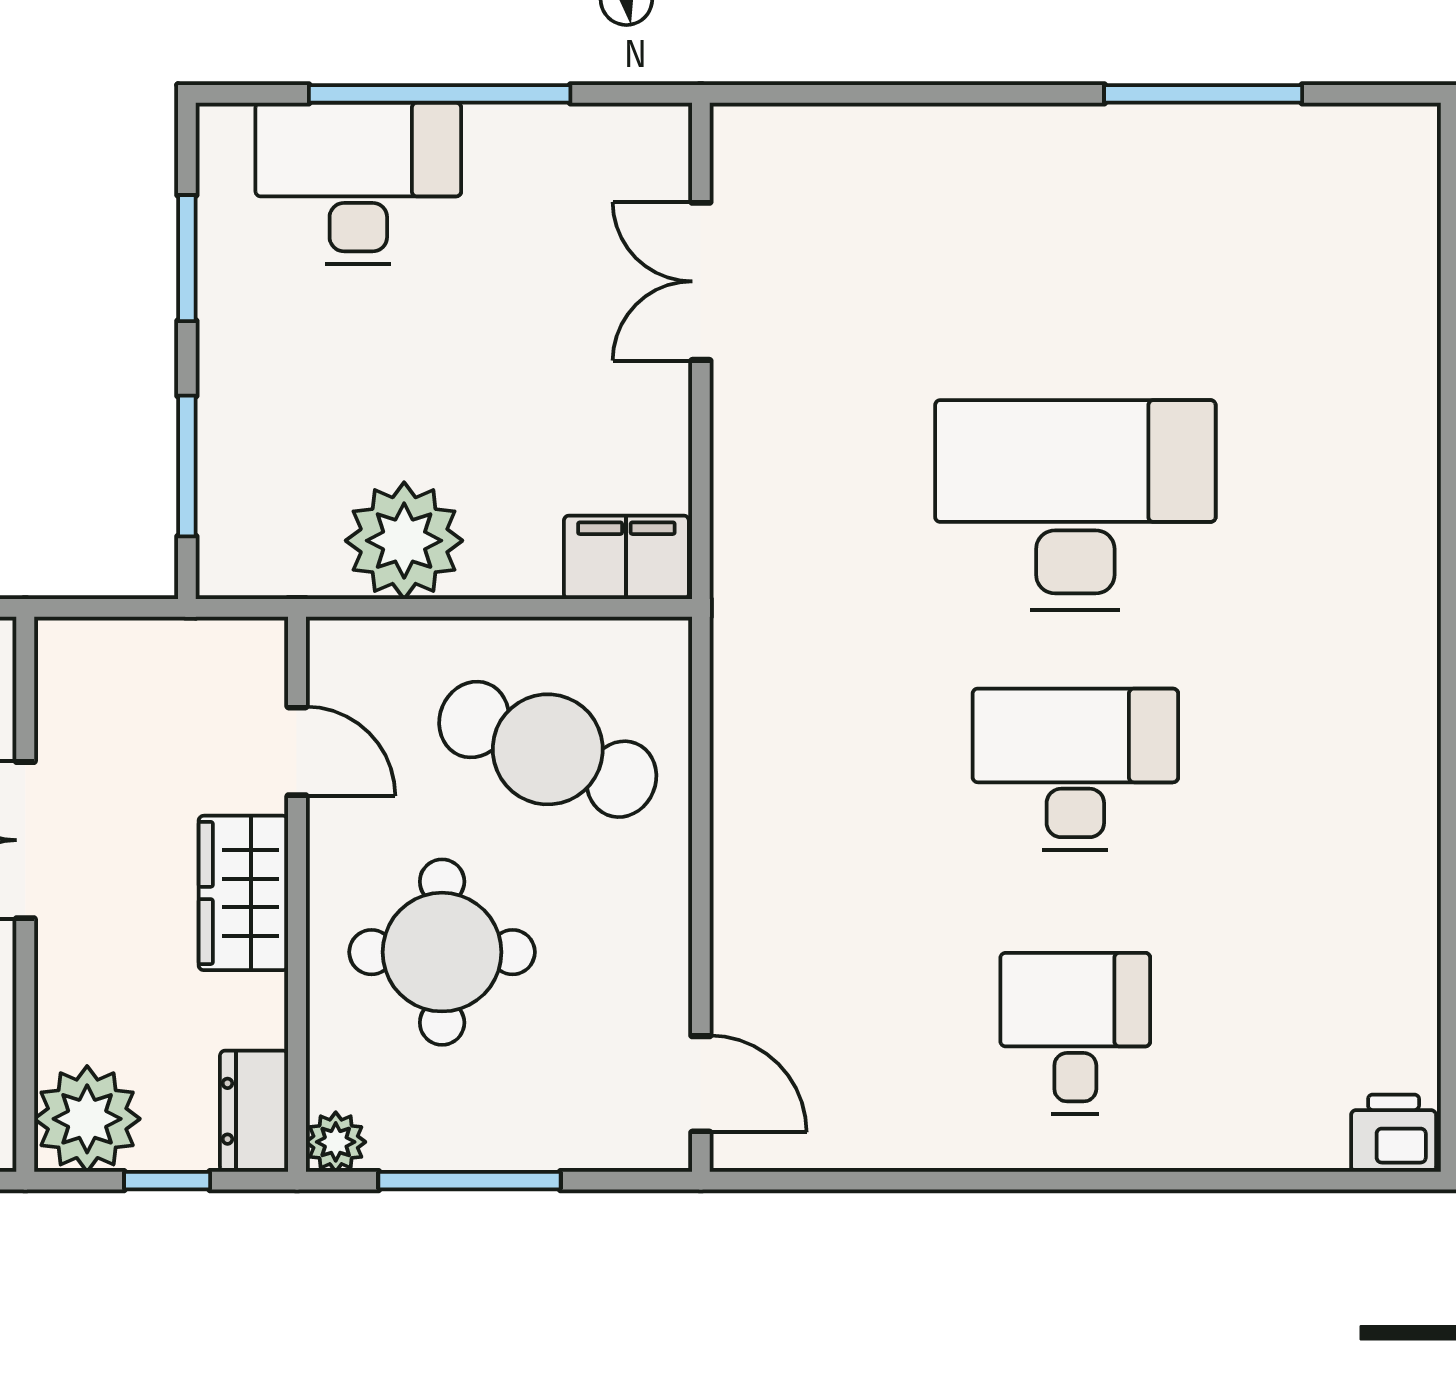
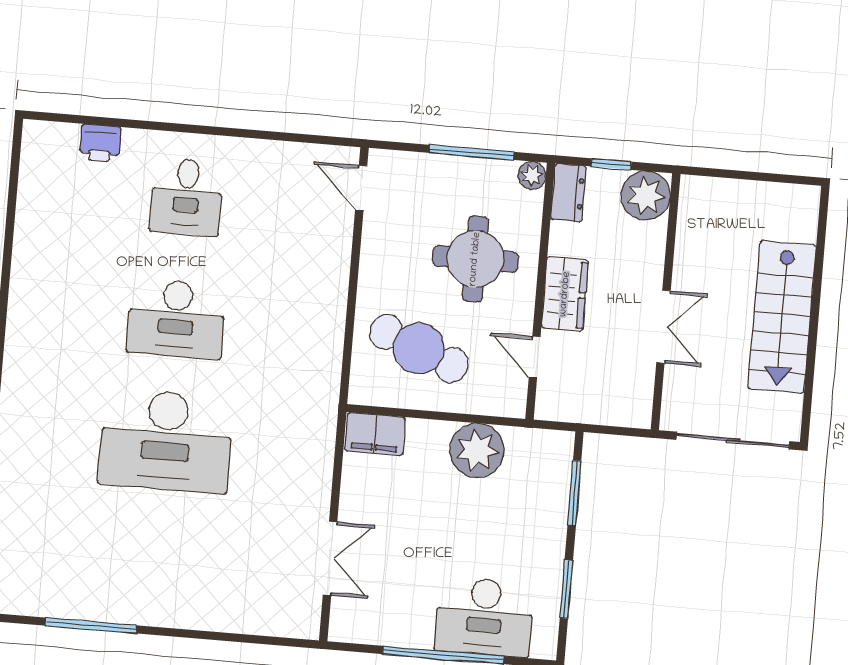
printer: (1394, 1133) -> (100, 143), moved

